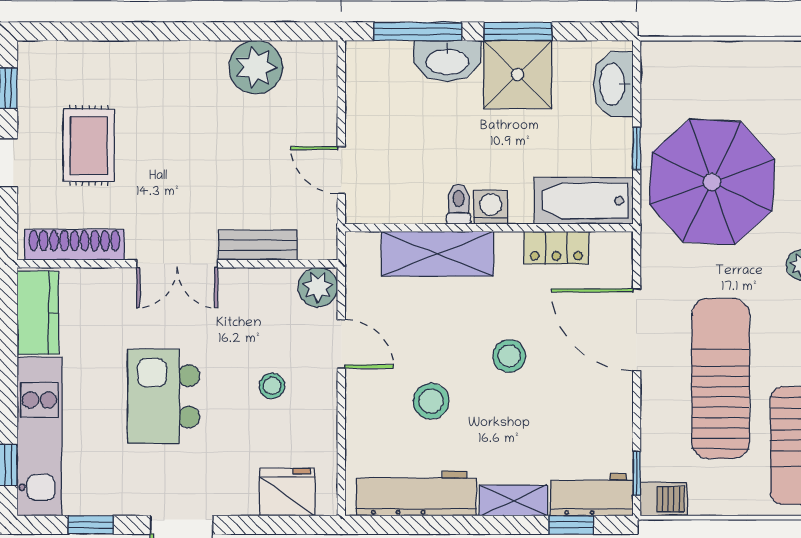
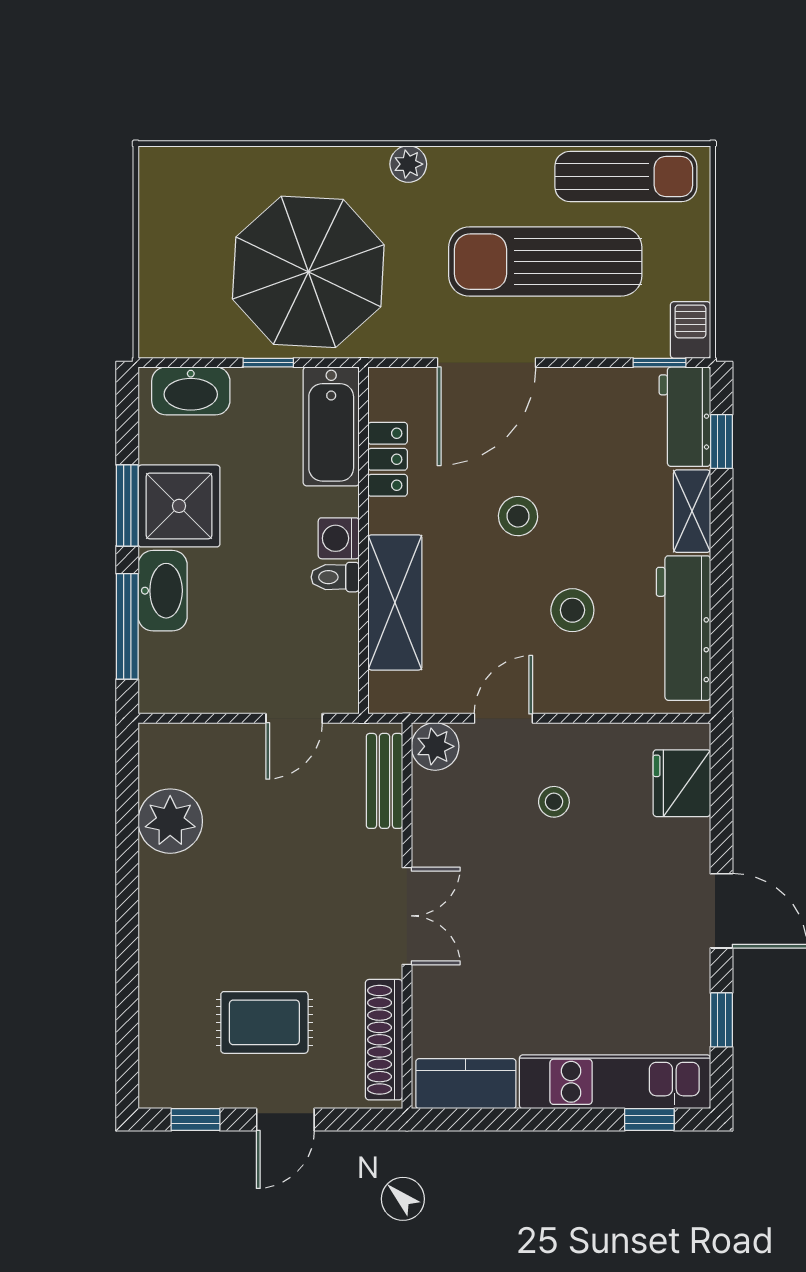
bench: (258, 245) -> (384, 781), moved
kitchen island: (163, 396) -> (567, 932), removed

